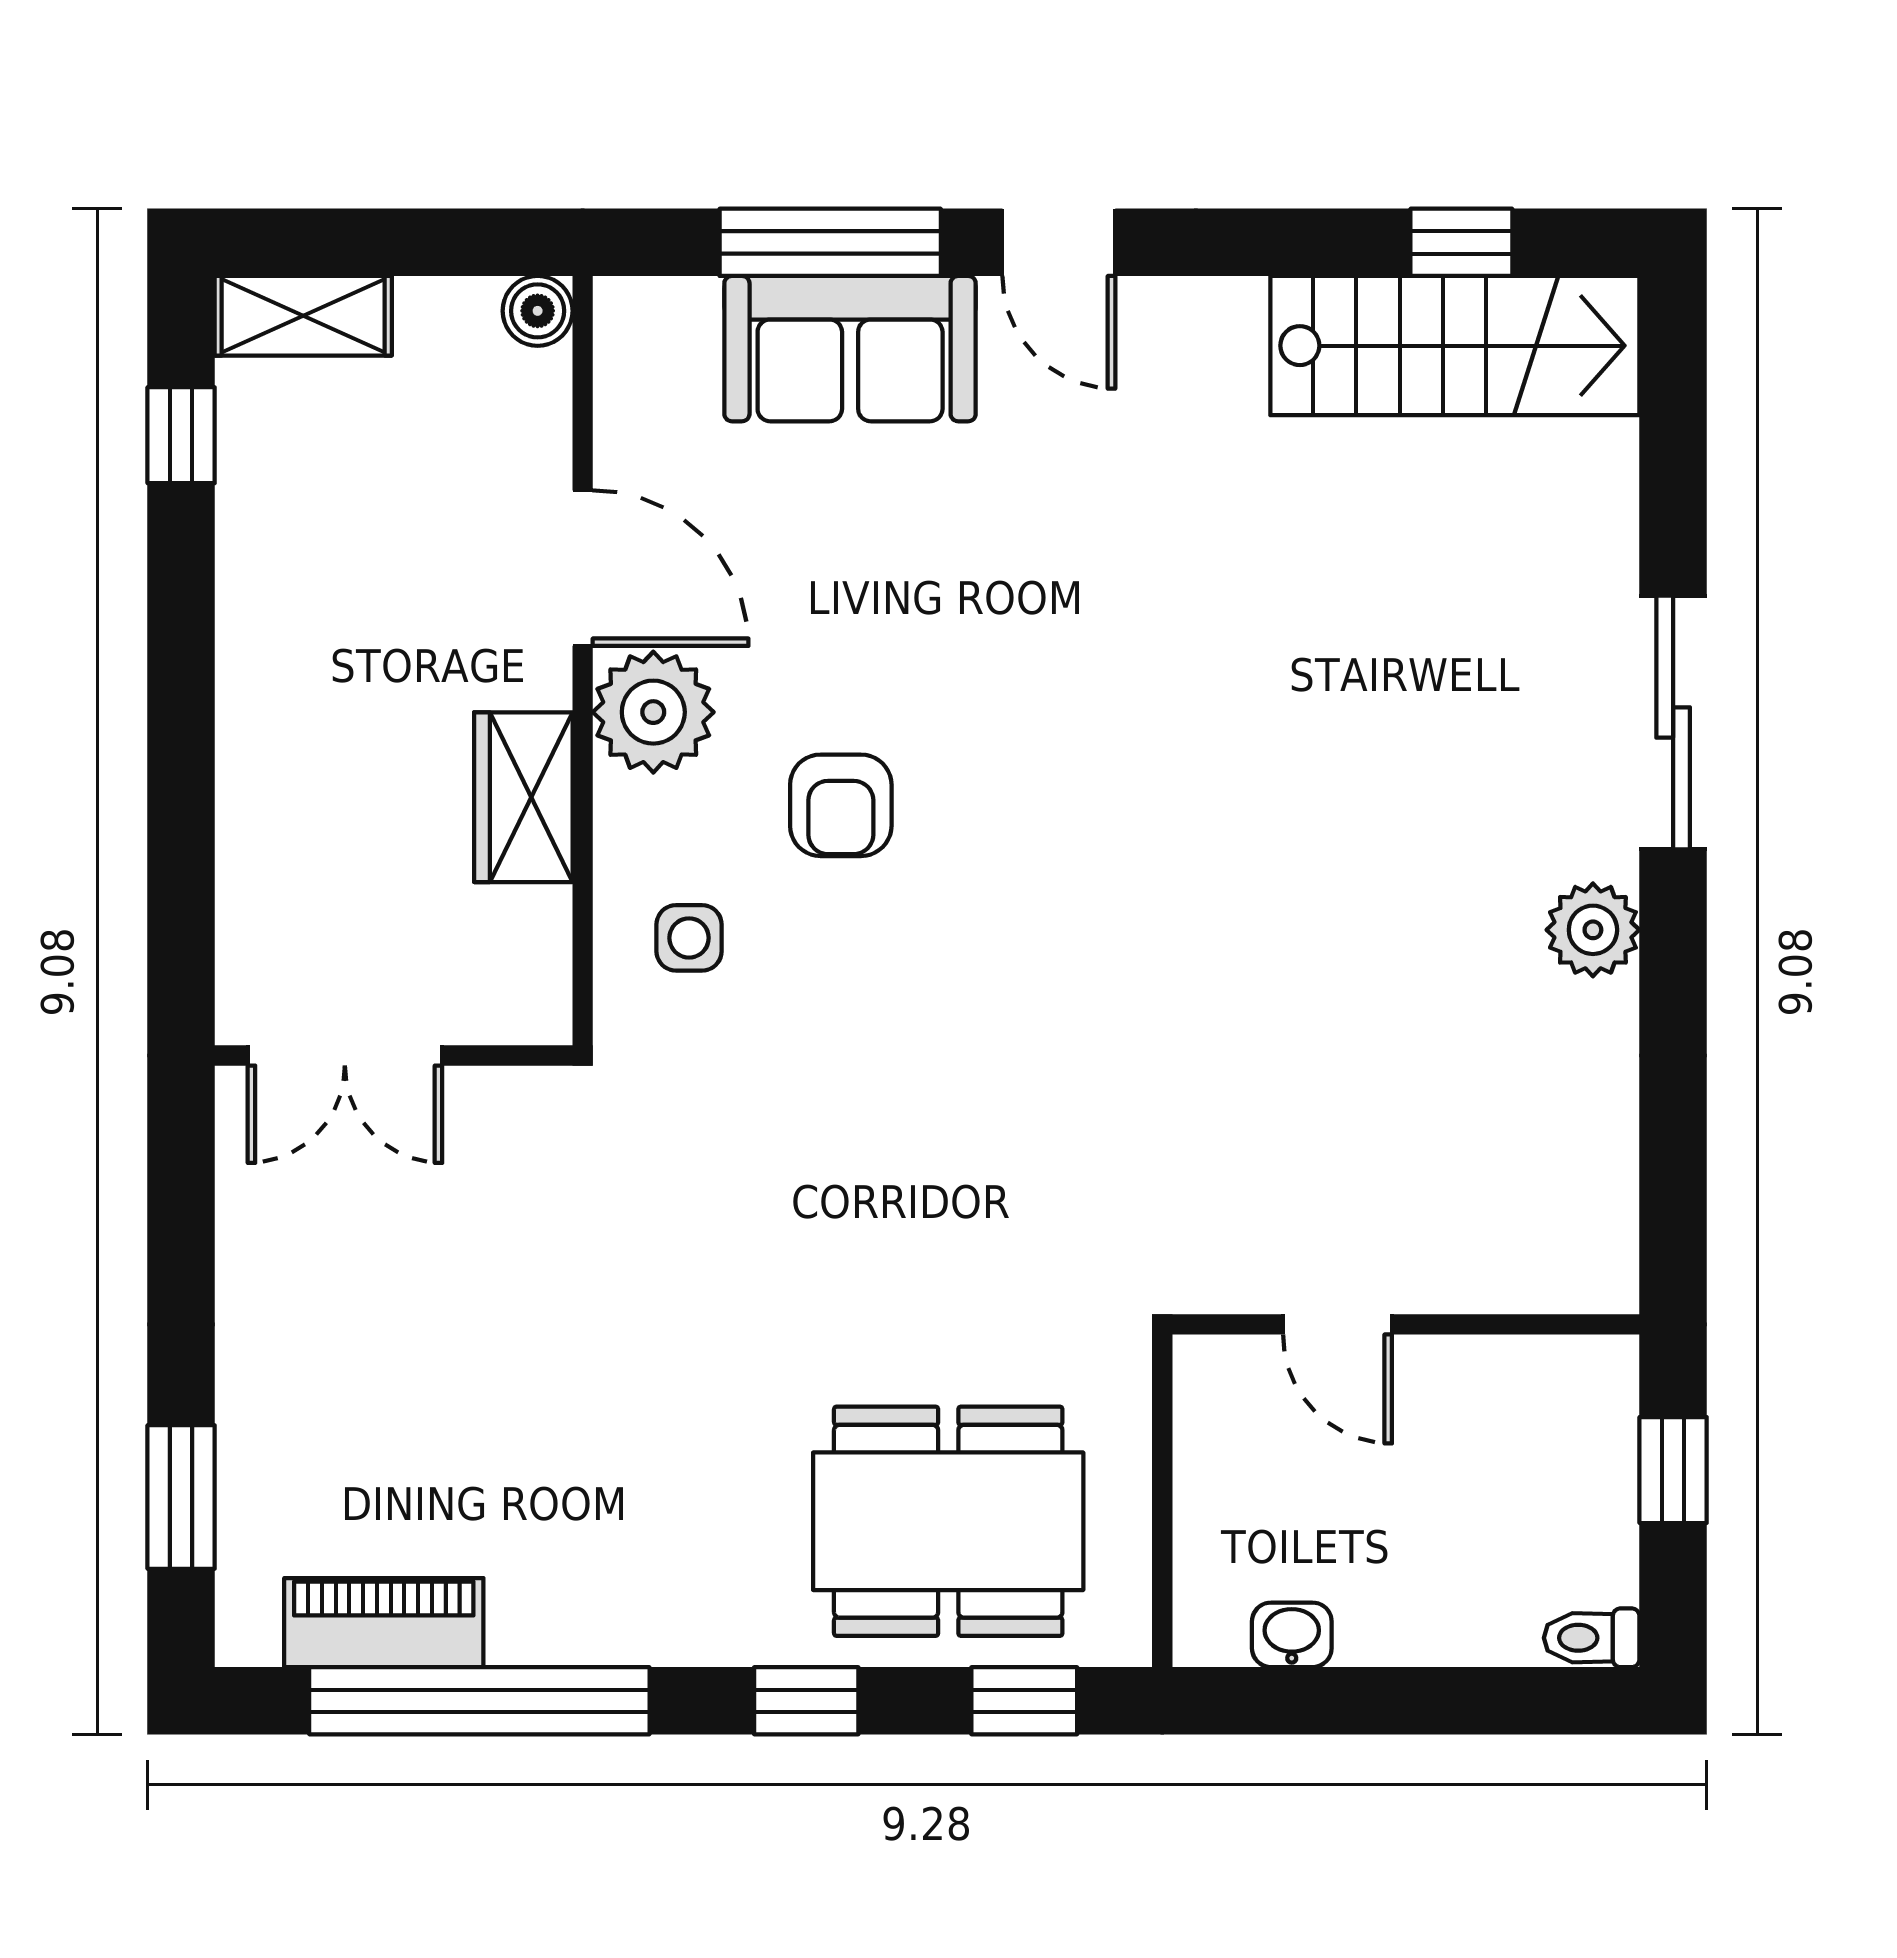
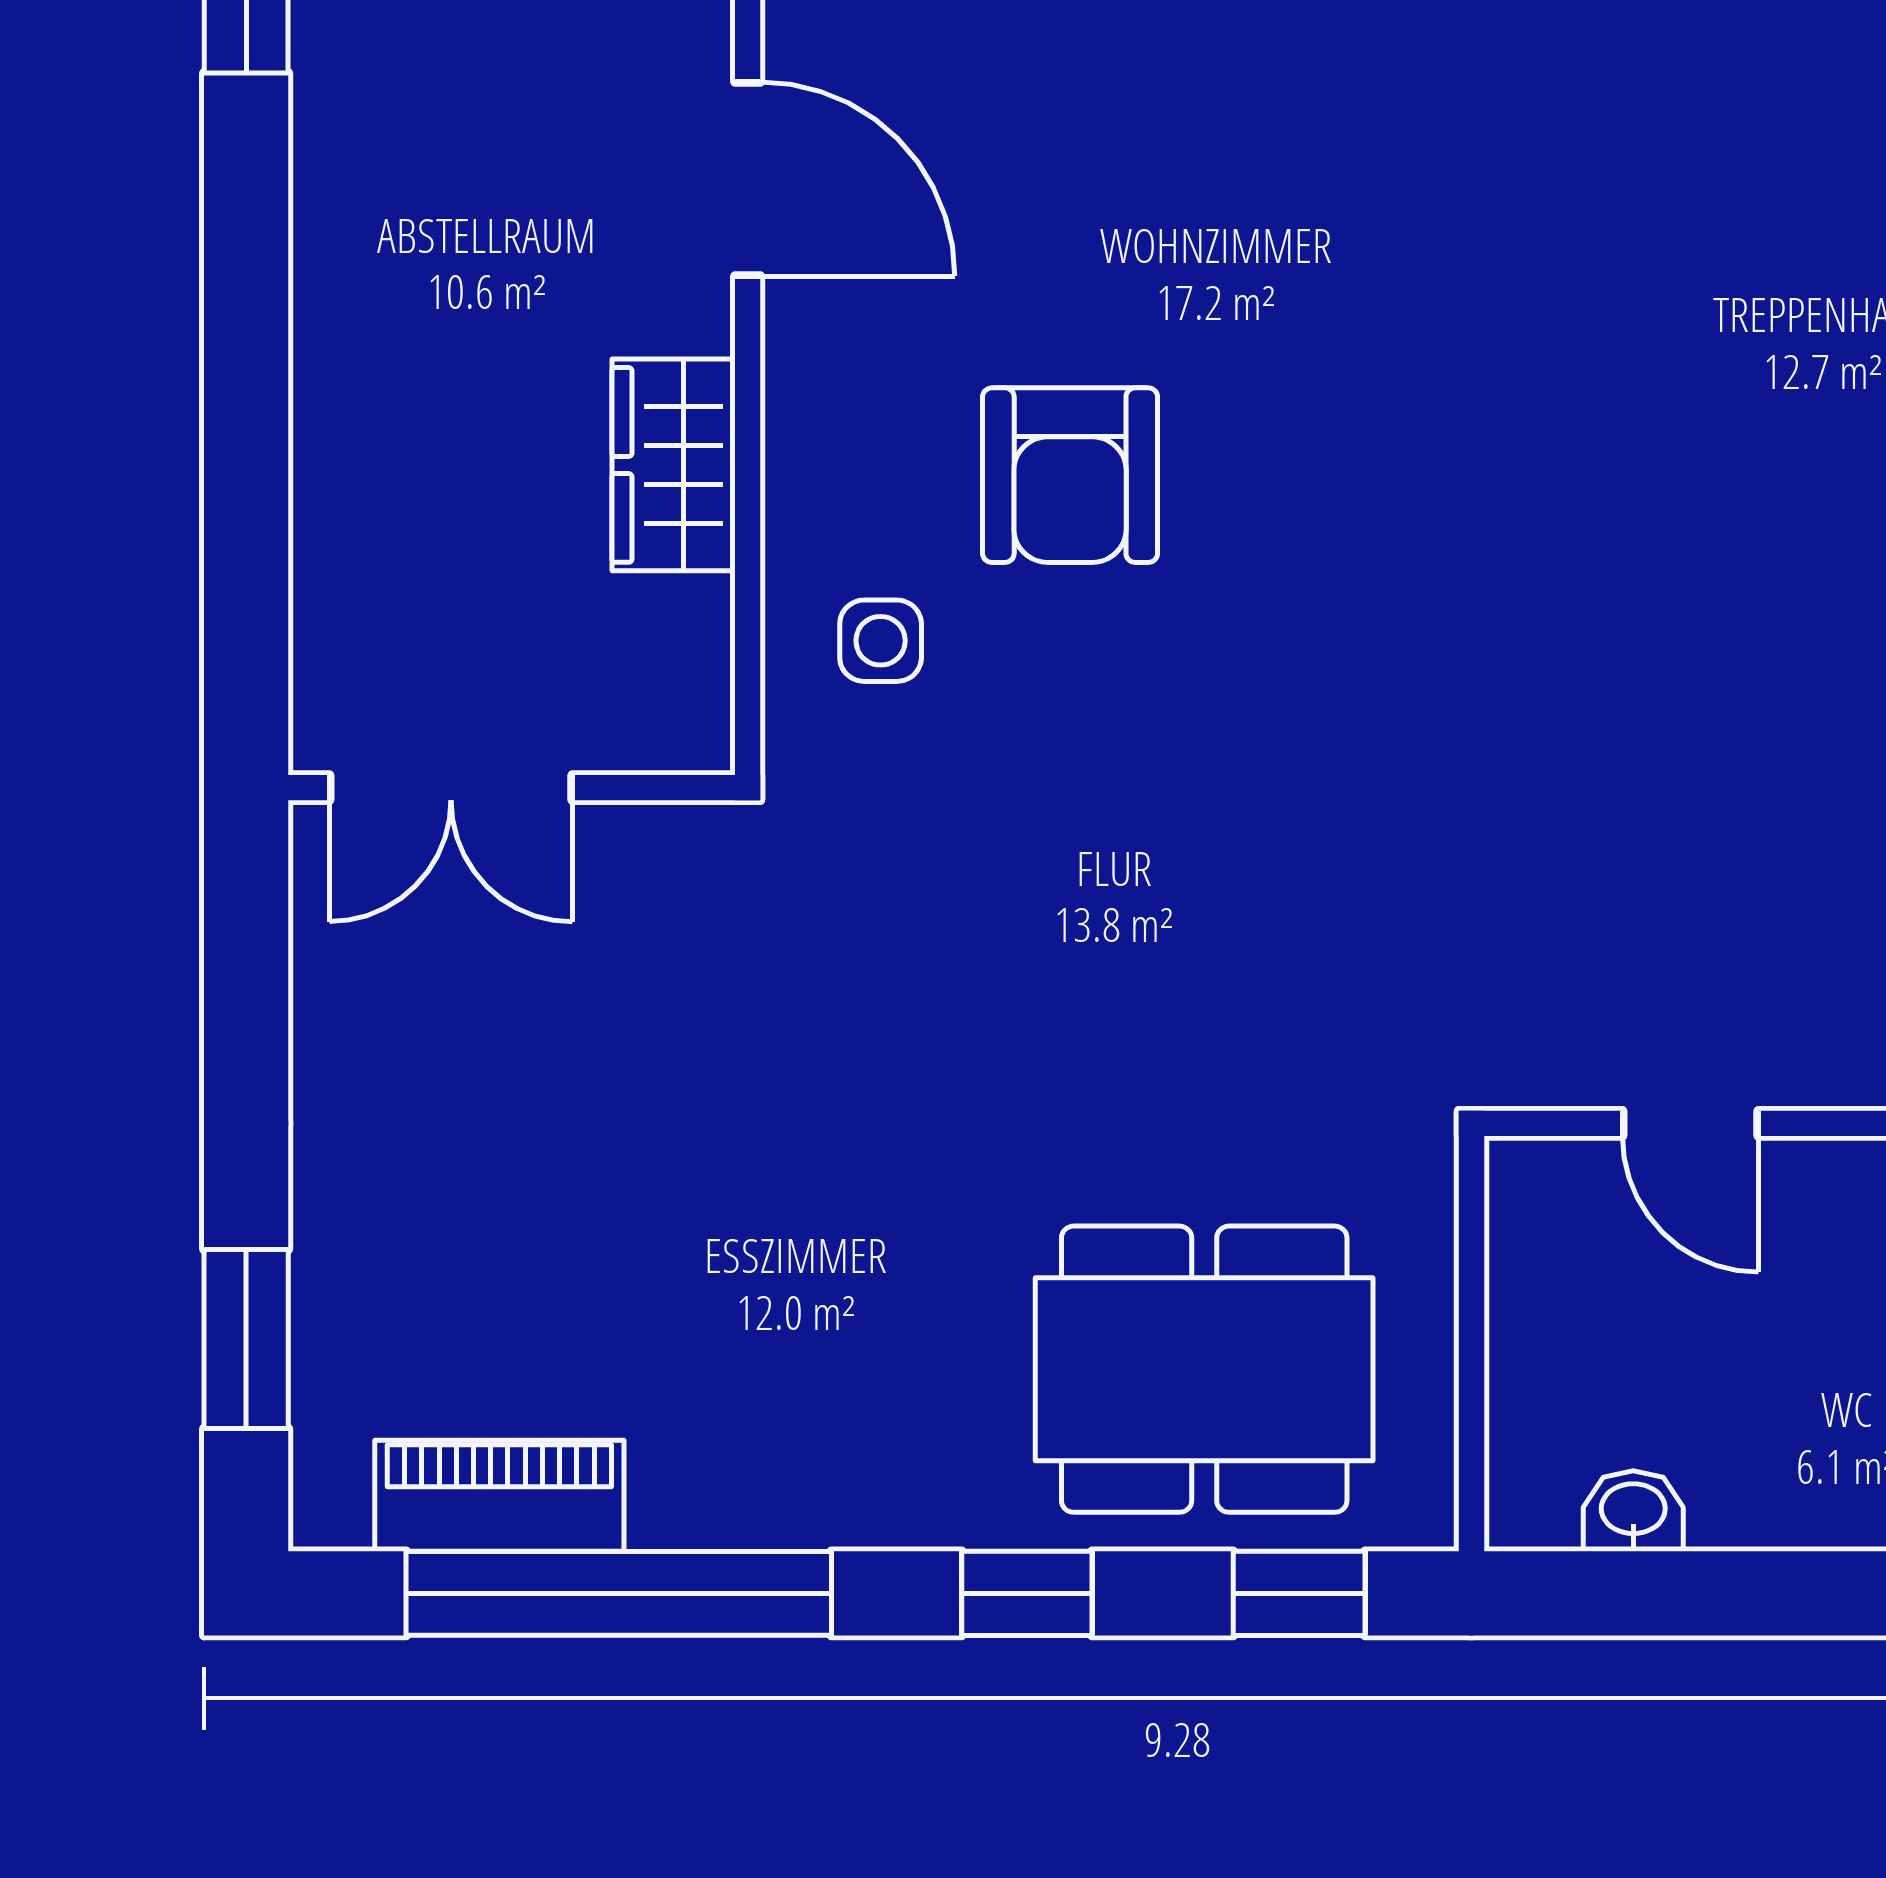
plant: (653, 712) -> (836, 359), removed
armchair: (841, 805) -> (1070, 475), width x1.38, depth x1.38

